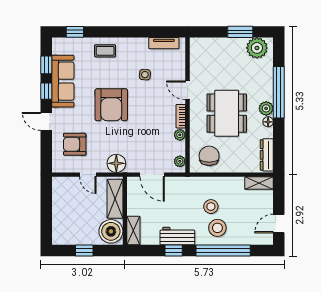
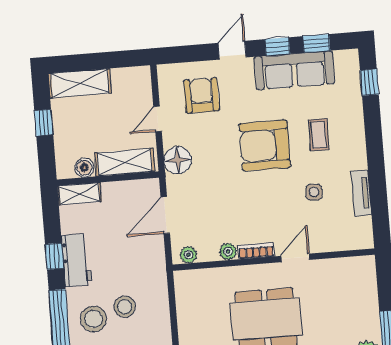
tv unit: (164, 43) -> (361, 193), moved
coffee table: (105, 51) -> (319, 135), moved
chair: (209, 156) -> (200, 298), removed
shelving: (60, 224) -> (80, 83), added
boiler: (111, 231) -> (84, 168), width x0.54, depth x0.54

